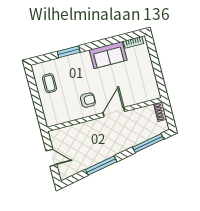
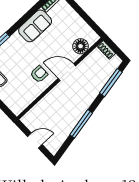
floor lamp: (139, 96) -> (81, 46), added
door: (114, 112) -> (67, 72), hinge flipped

